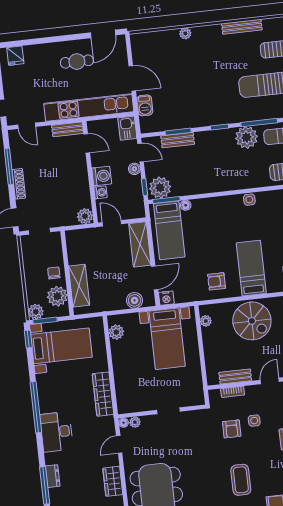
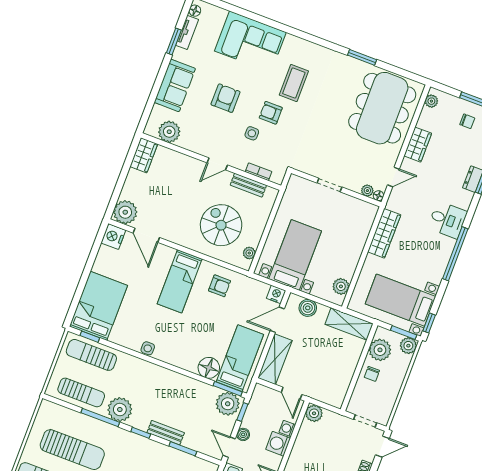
bench: (178, 140) -> (166, 433), moved
floor lamp: (186, 205) -> (209, 368), width x1.89, depth x1.89
shelving: (79, 286) -> (349, 324), moved, turned 90
spiral stairs: (252, 321) -> (221, 225), moved
armchair: (232, 429) -> (271, 113), moved, turned -90
desk: (57, 432) -> (447, 220), width x0.73

